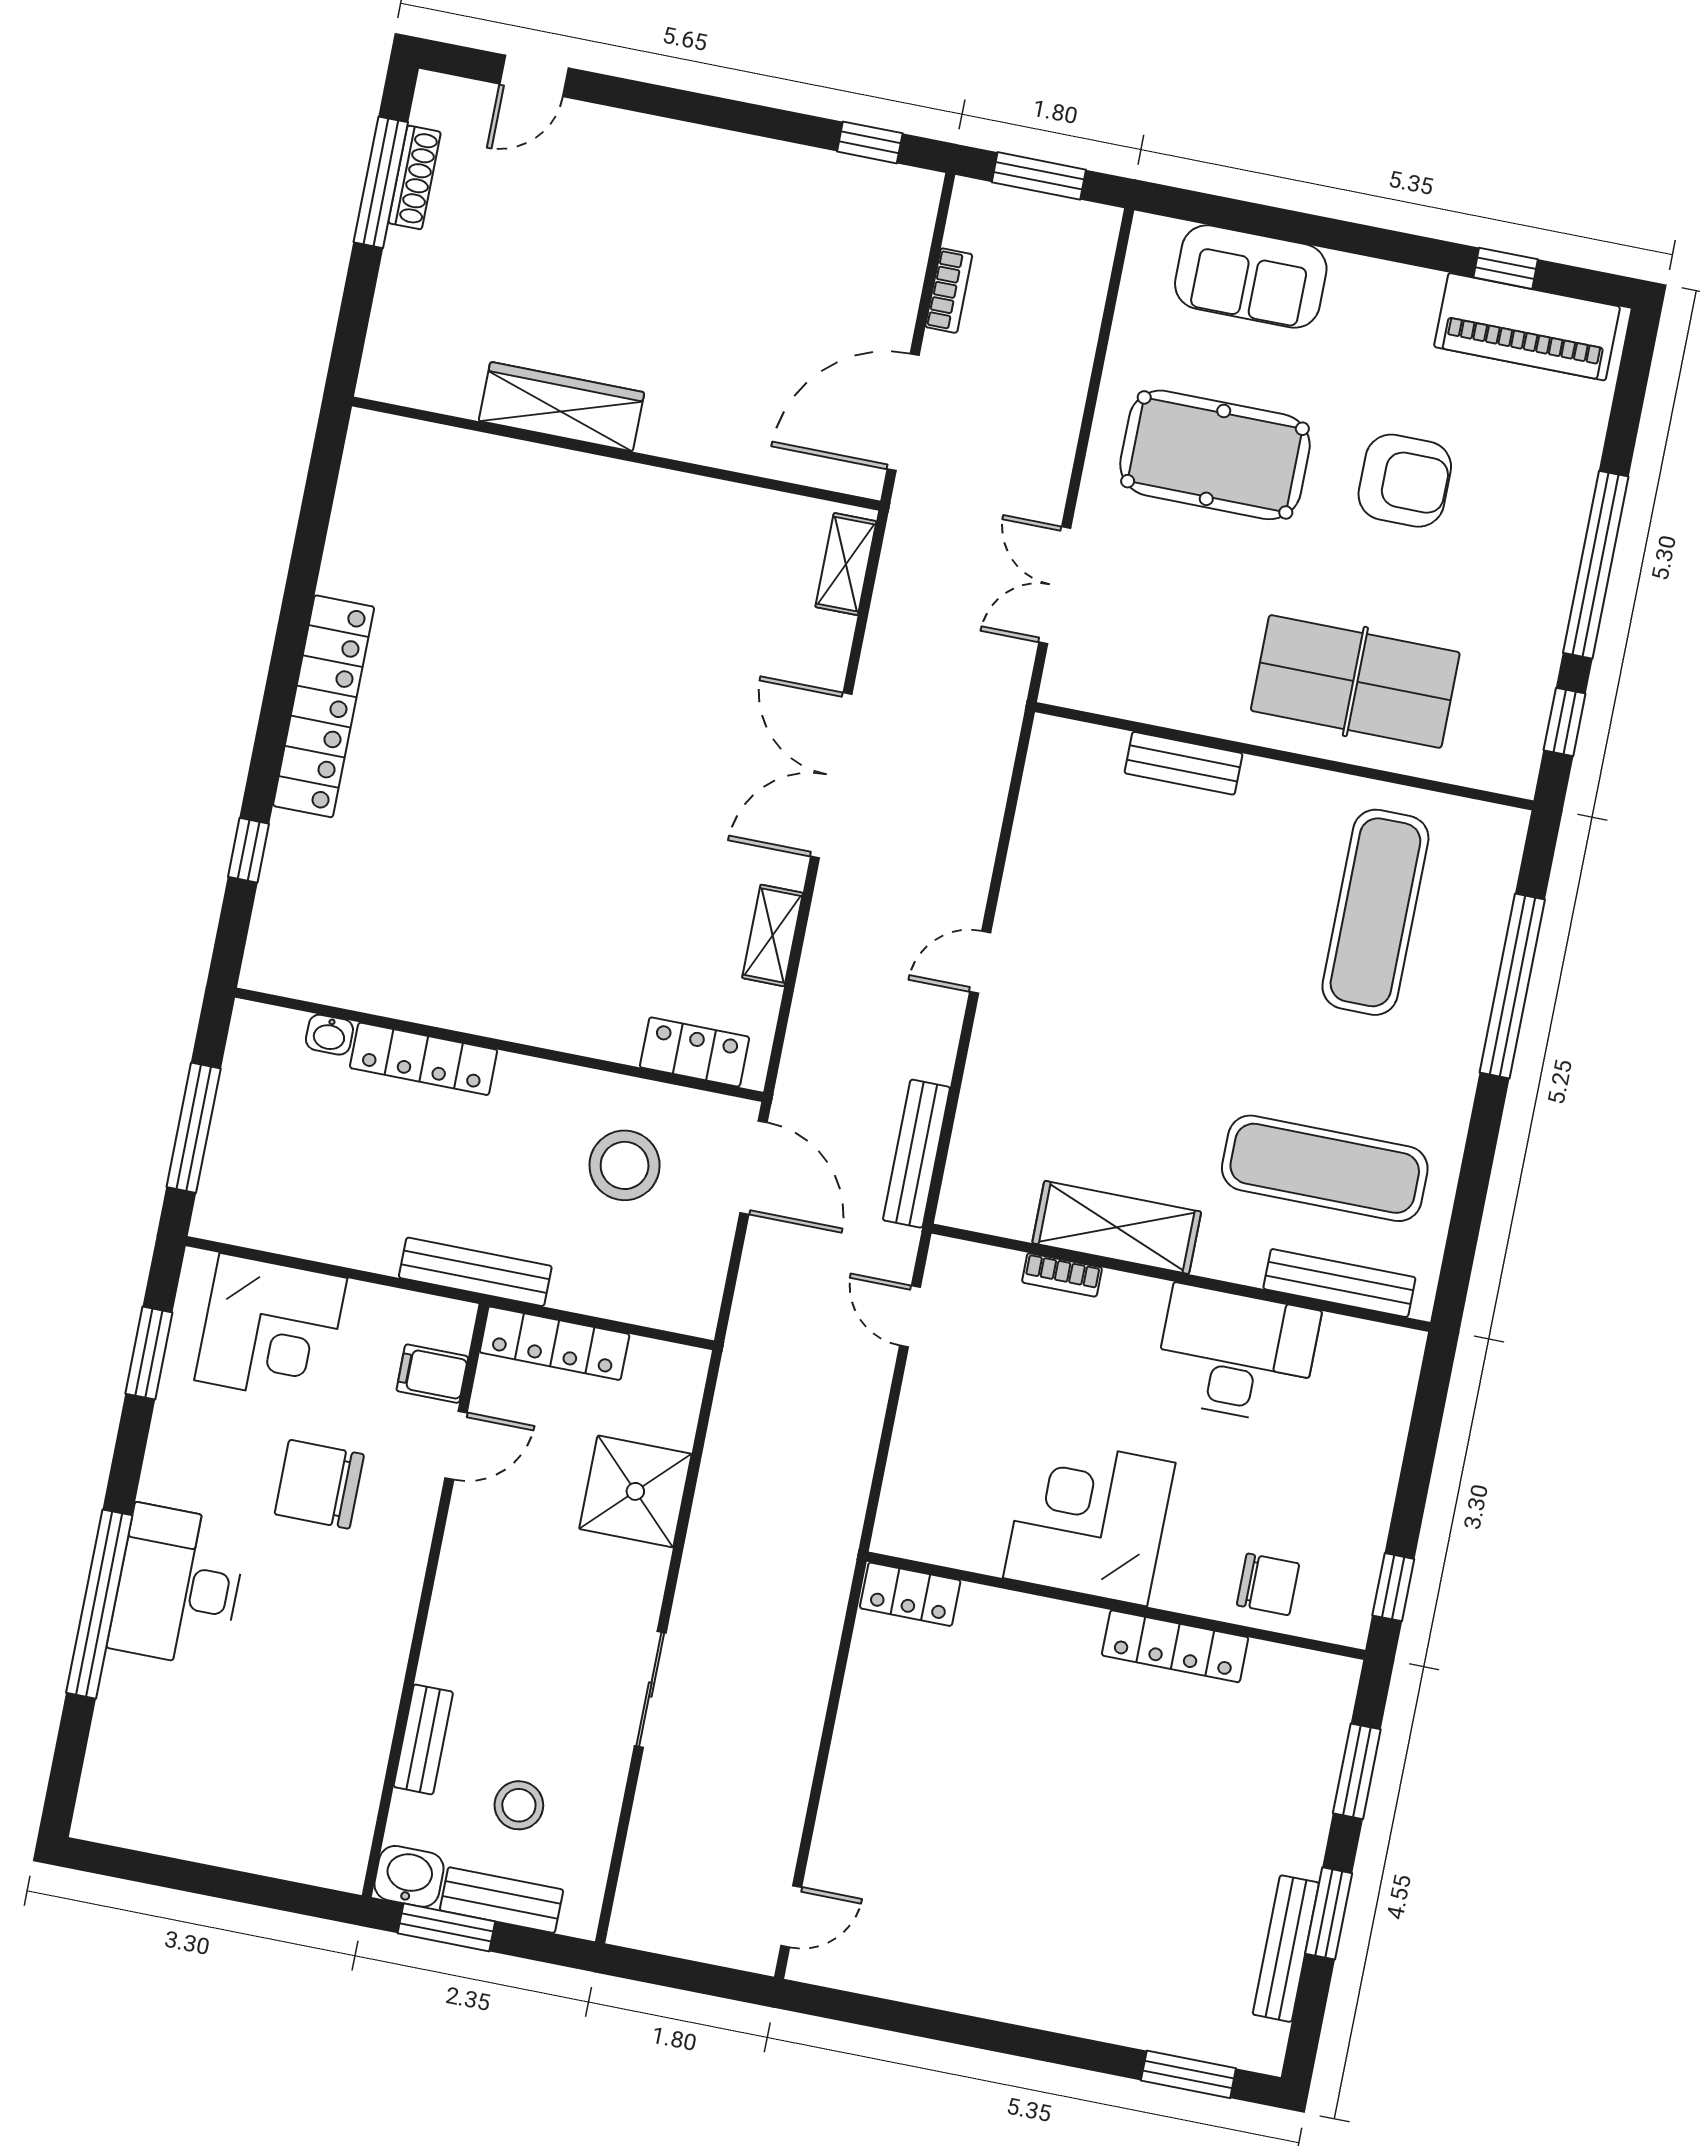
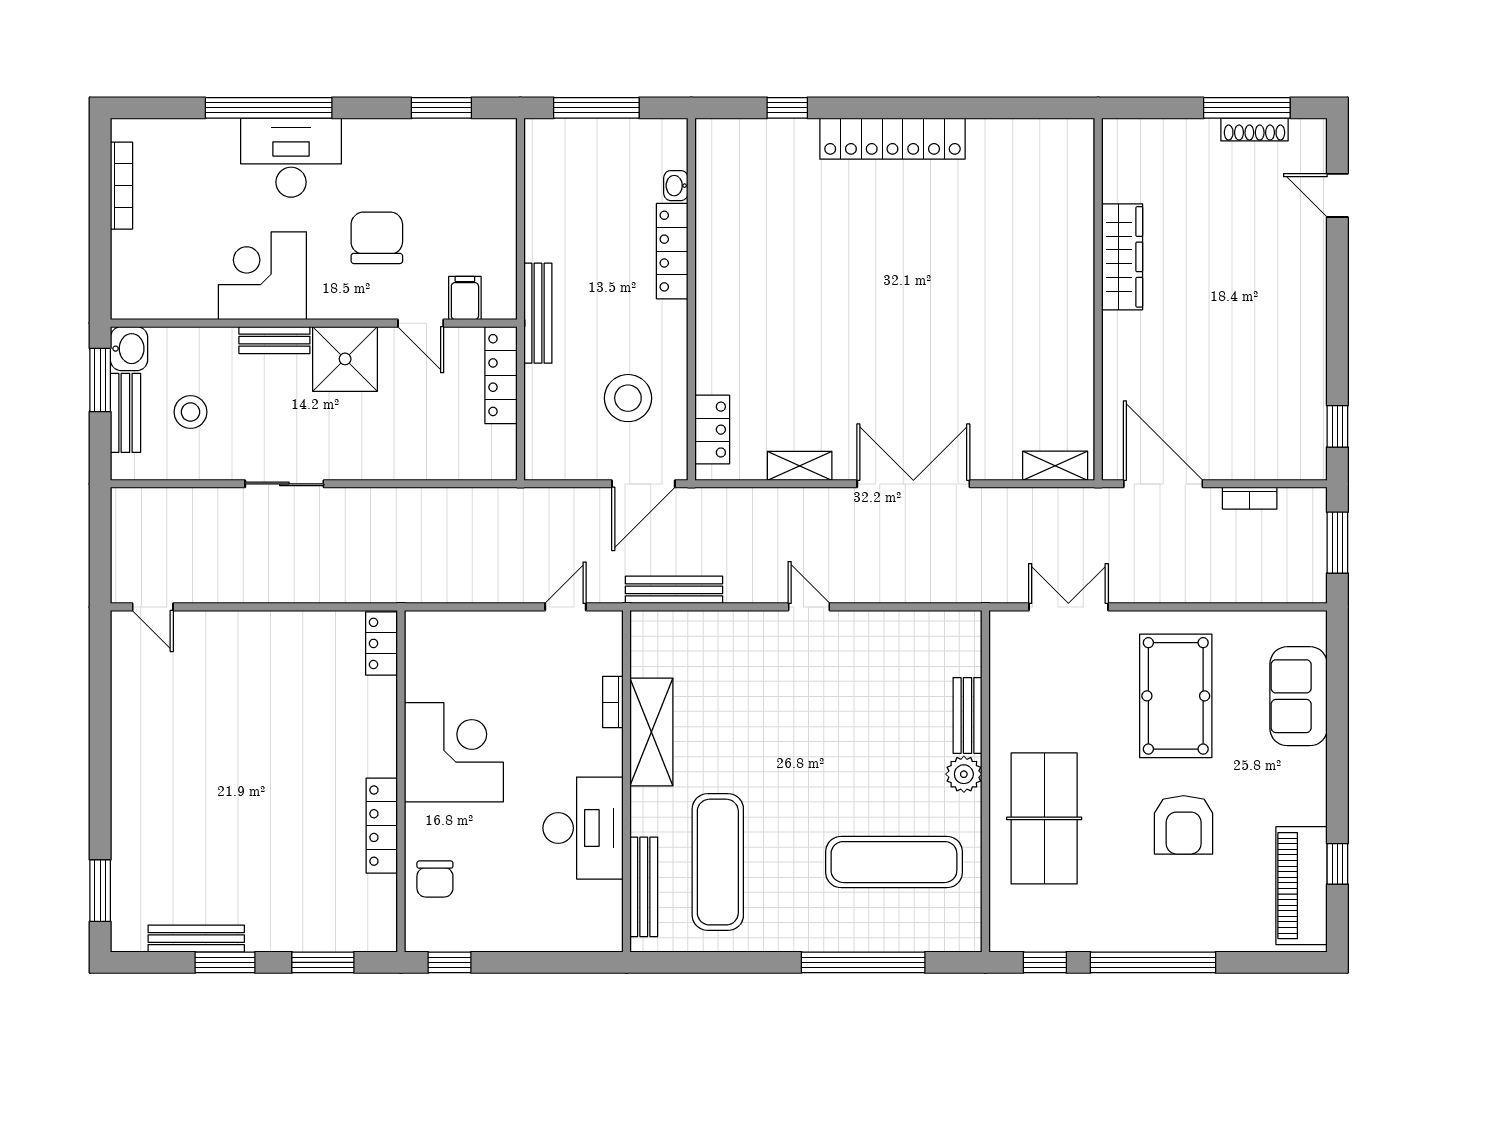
plant: (1268, 785) -> (964, 774), added
corner desk: (271, 1329) -> (262, 276), moved, turned 90
shower: (635, 1491) -> (345, 359), moved
bench: (423, 1739) -> (274, 340), moved
bookcase: (170, 1840) -> (121, 186), added

